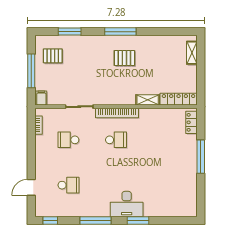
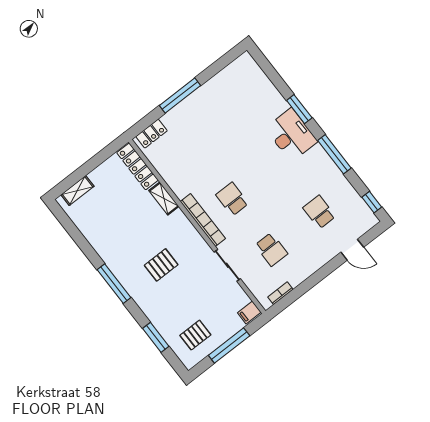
pallet: (53, 56) -> (195, 335), turned 90
pallet: (124, 58) -> (161, 265), moved, turned 90

